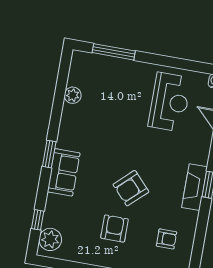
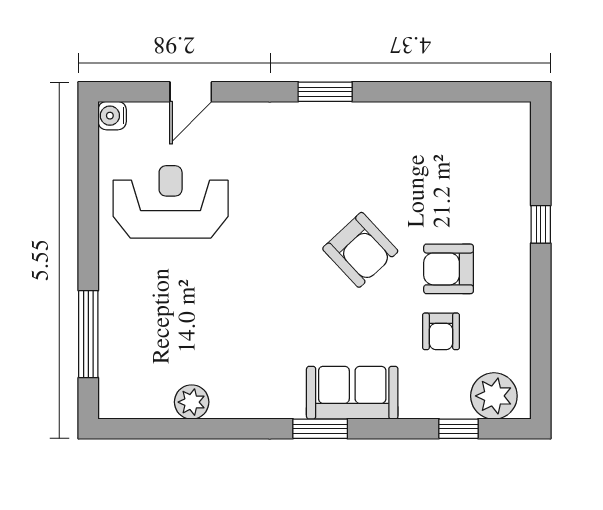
fireplace: (195, 187) -> (335, 121), removed
armchair: (167, 239) -> (441, 331), moved, turned 180

